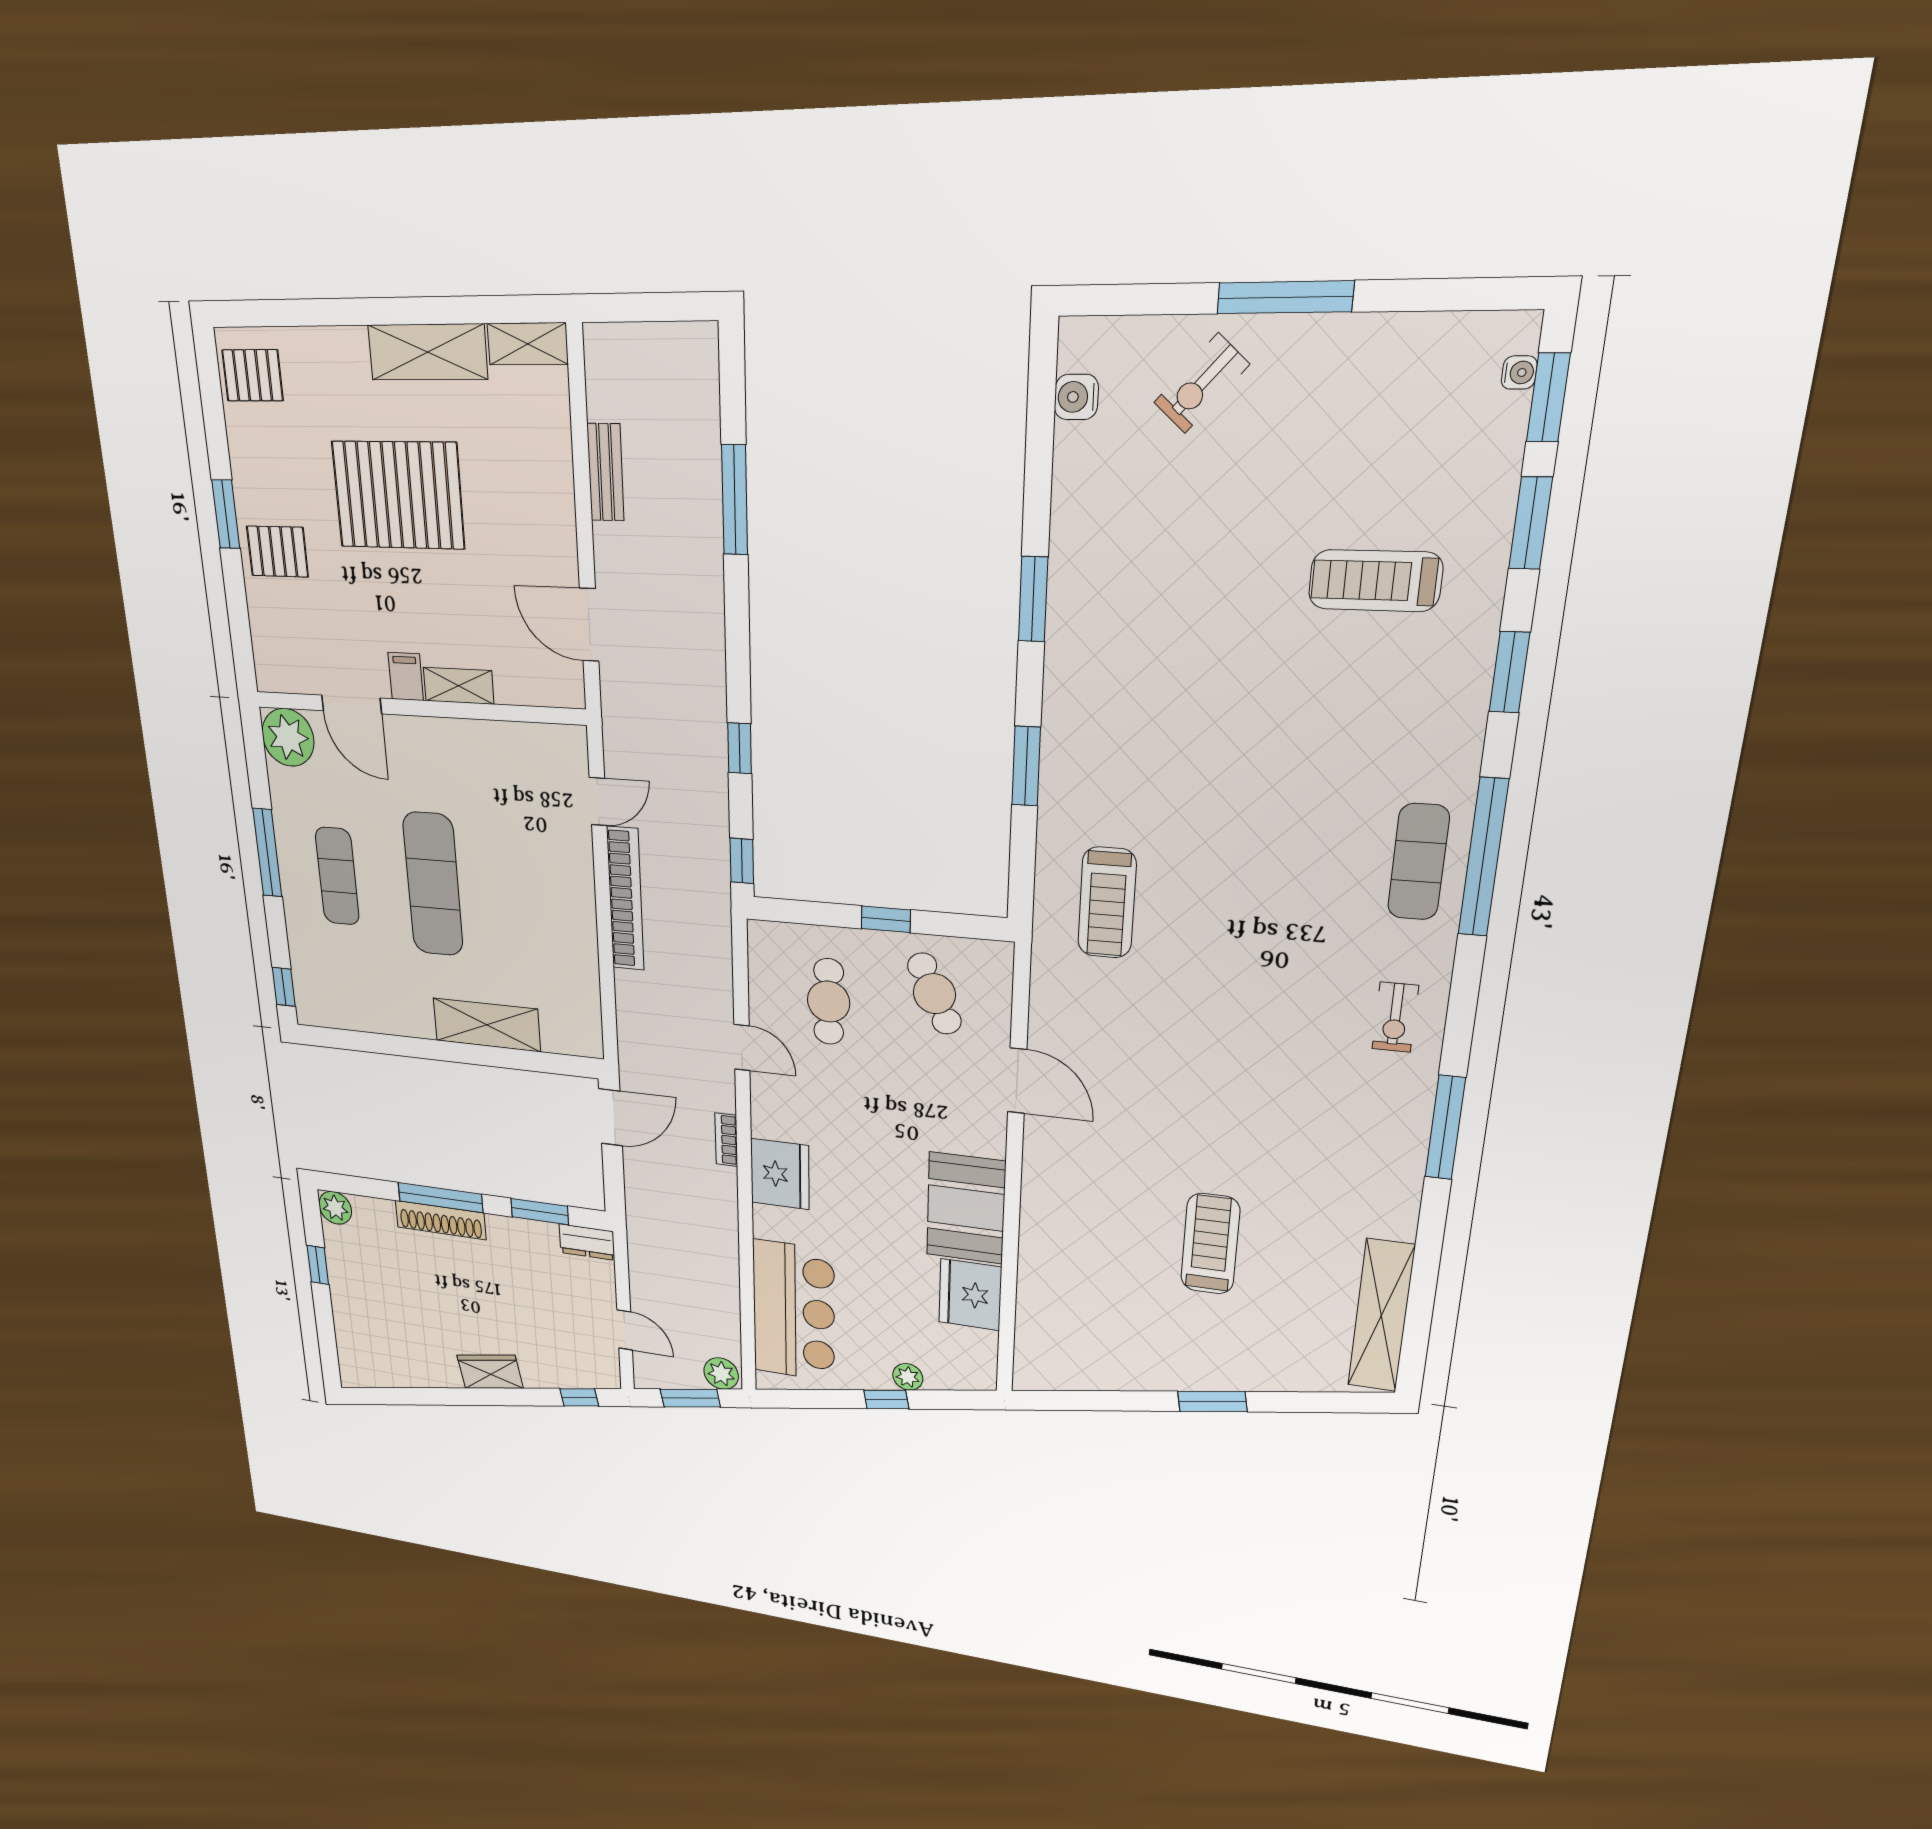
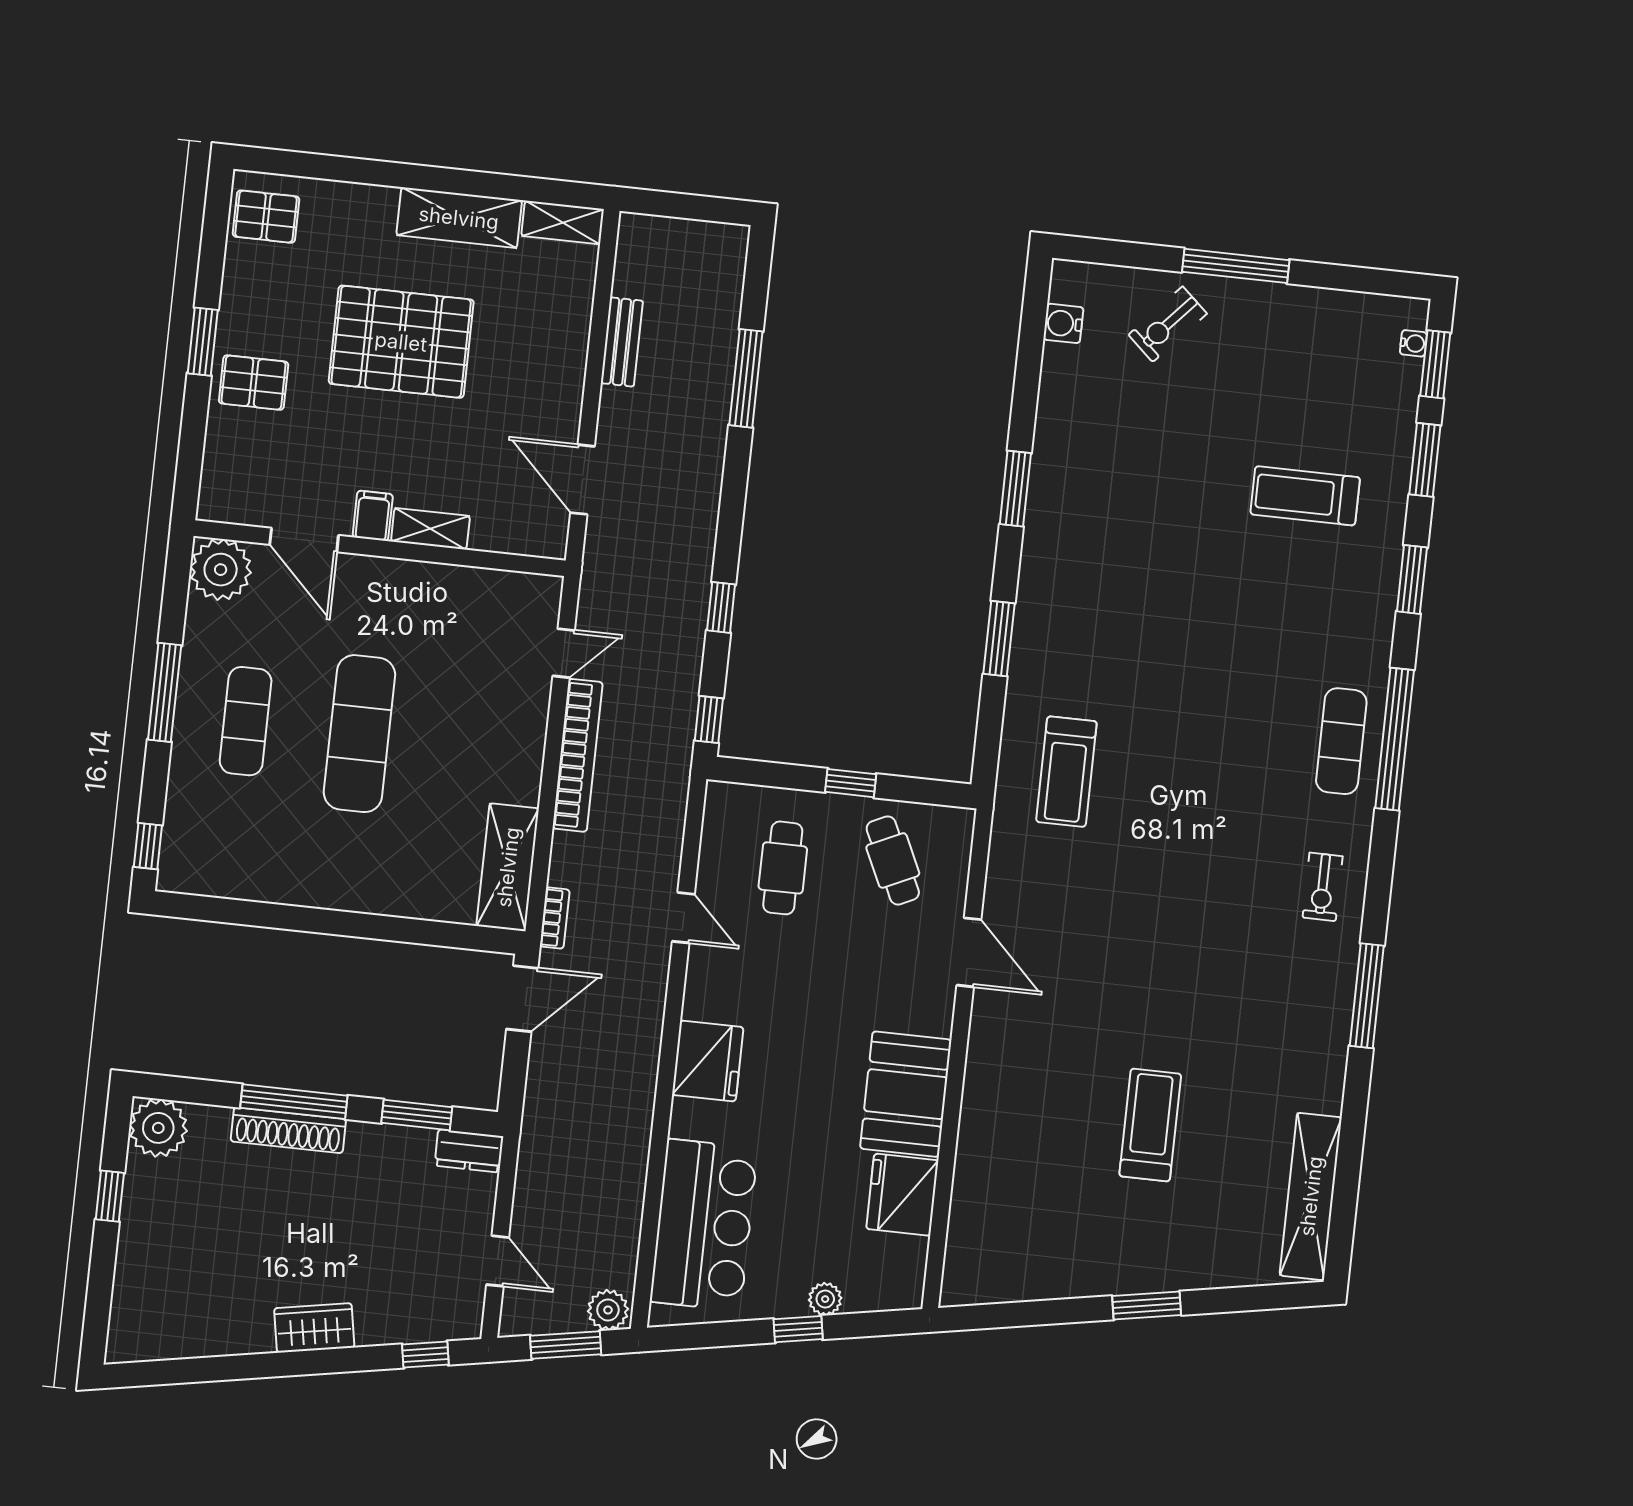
shelving: (487, 1025) -> (508, 867), moved, turned 90
bookcase: (726, 1140) -> (555, 918), moved, turned 180
plant: (335, 1208) -> (158, 1128), width x1.36, depth x1.36

